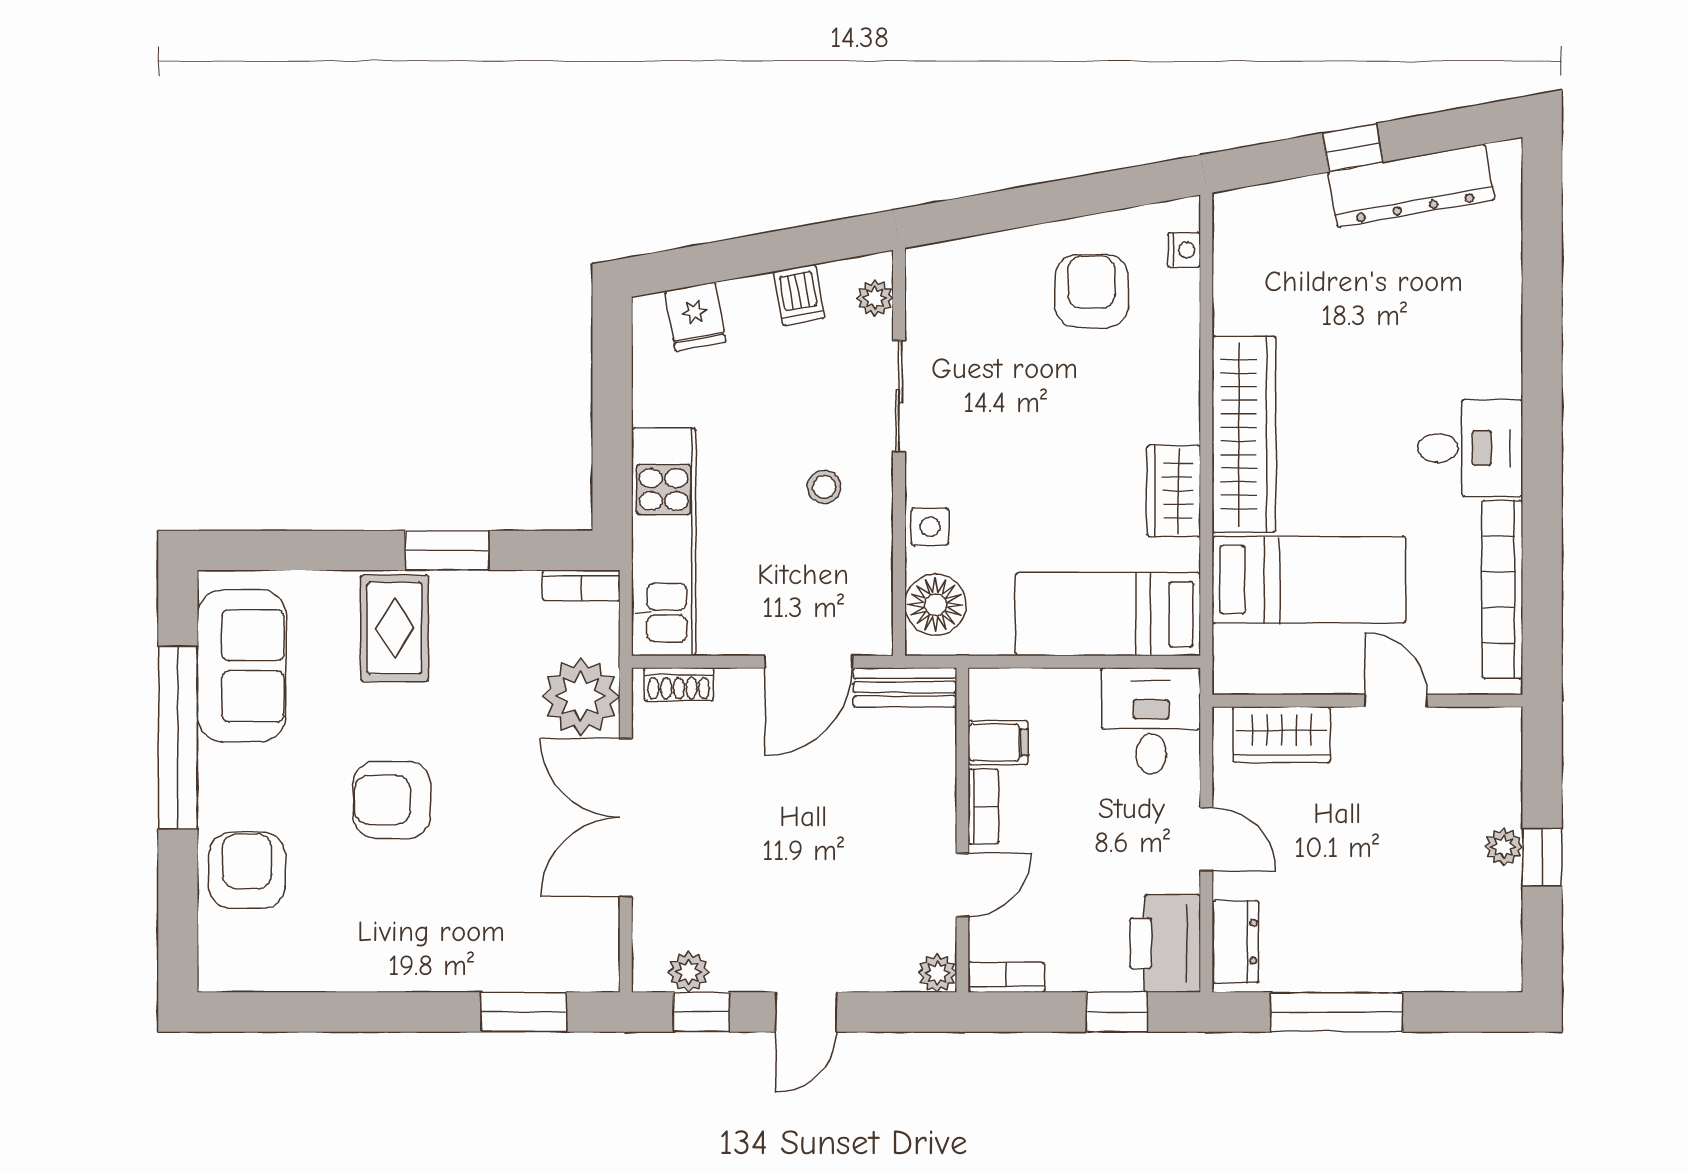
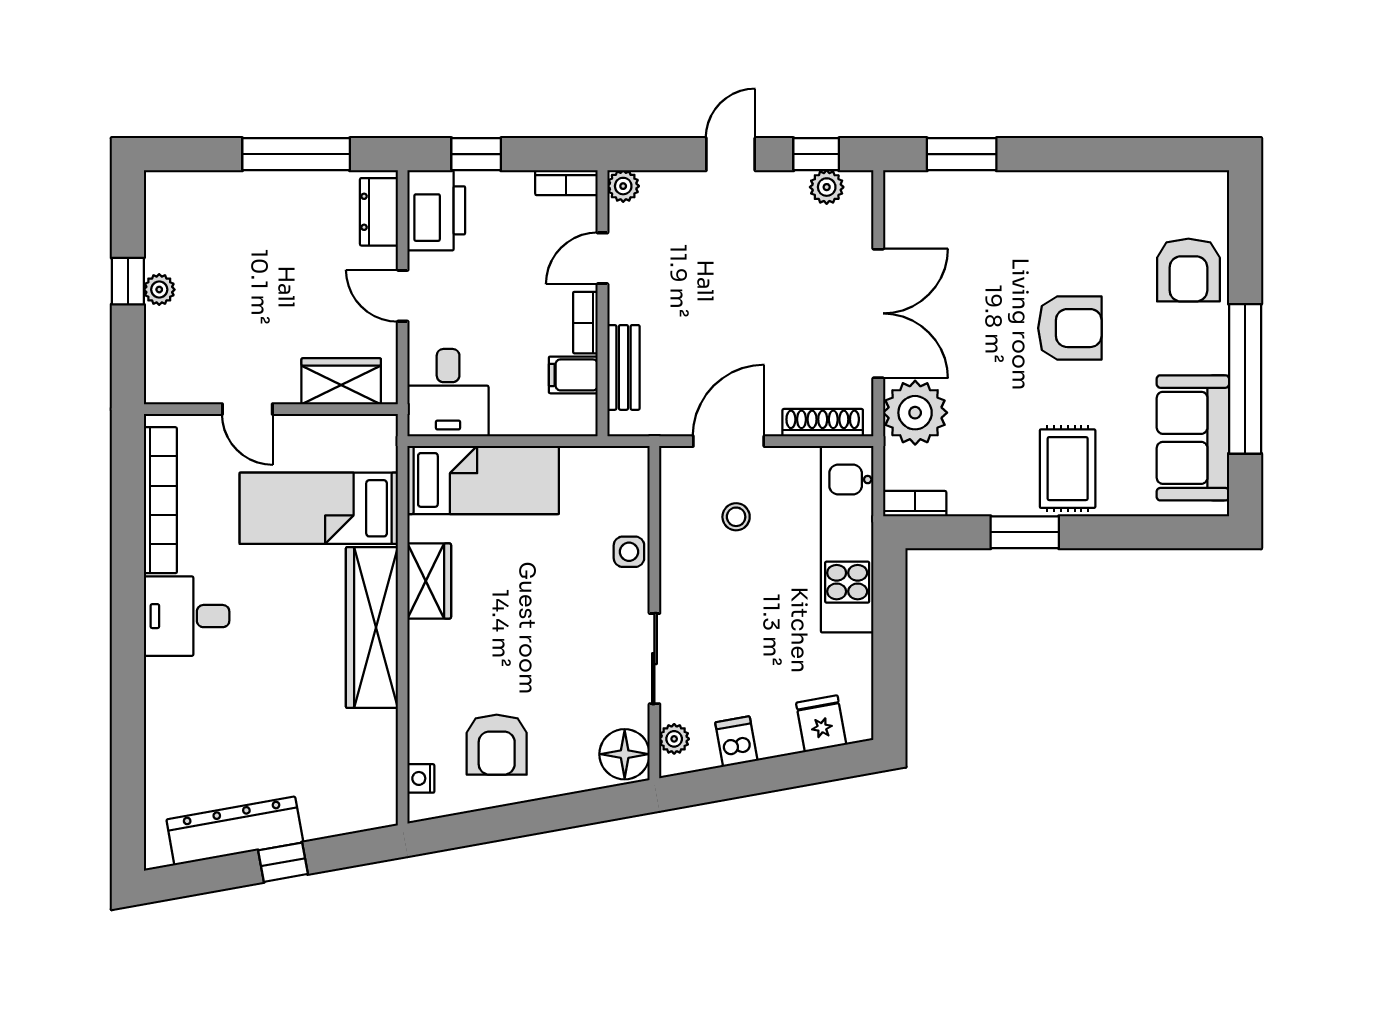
stool: (824, 487) -> (736, 517), moved
floor lamp: (935, 605) -> (625, 754), moved
shoe rack: (679, 684) -> (823, 423), width x1.43
bench: (905, 687) -> (623, 367), moved, turned 90

